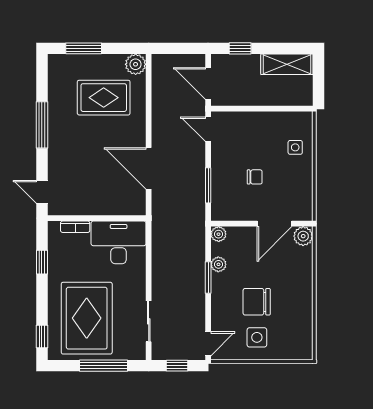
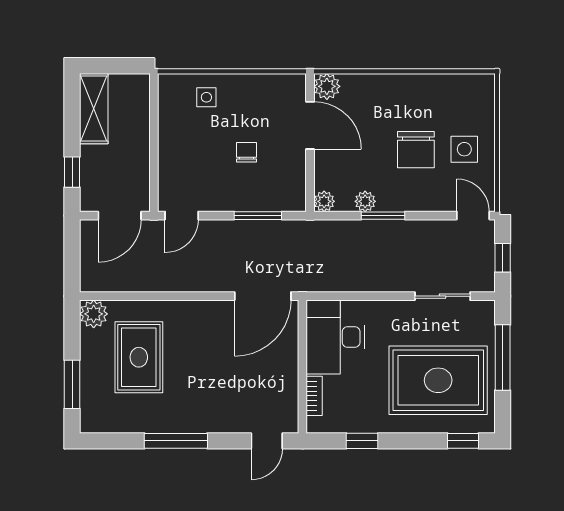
door: (149, 168) -> (263, 296), moved

